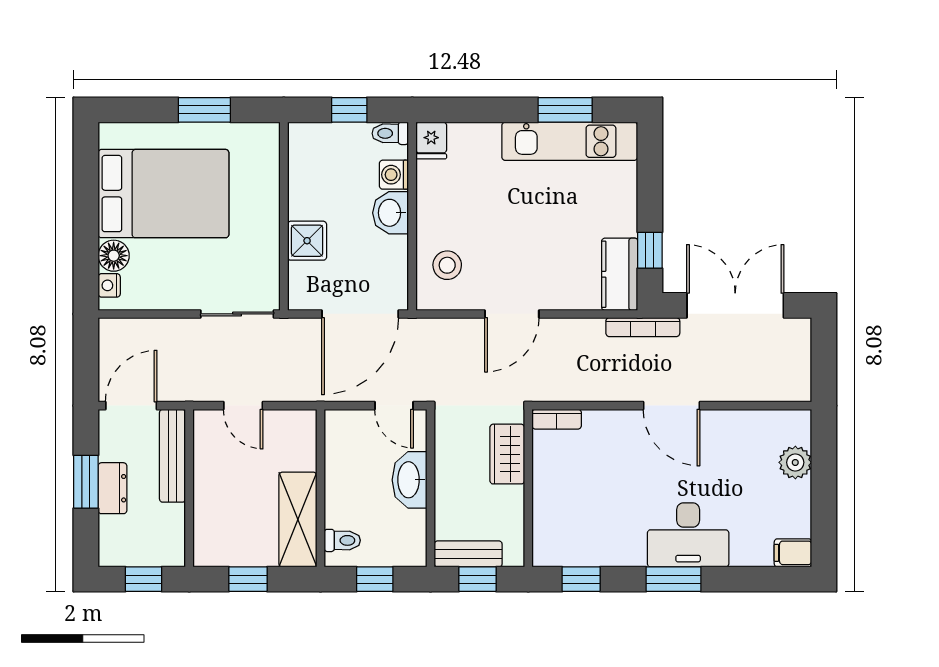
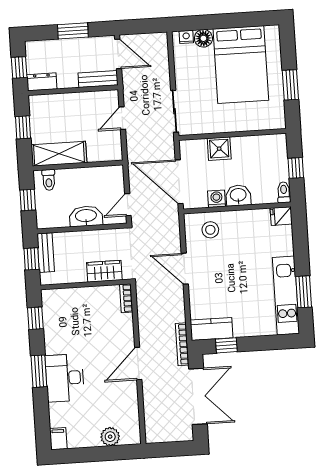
washing machine: (394, 175) -> (217, 199), moved
bench: (172, 456) -> (98, 79), width x0.73
dresser: (112, 488) -> (42, 82), moved, turned 180

